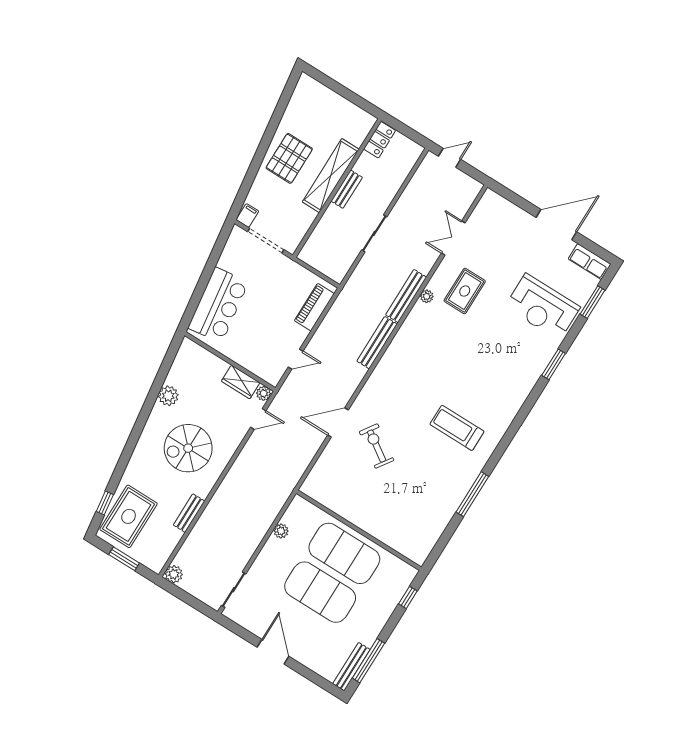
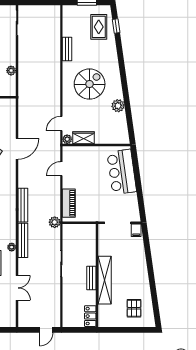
pallet: (289, 158) -> (134, 308), moved, width x0.67, depth x0.71
rug: (129, 516) -> (99, 27), width x0.73, depth x0.70
plant: (174, 574) -> (55, 222), moved

